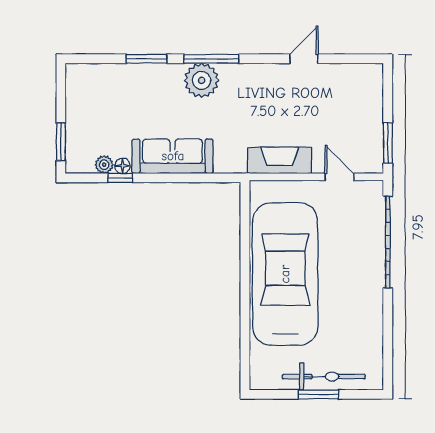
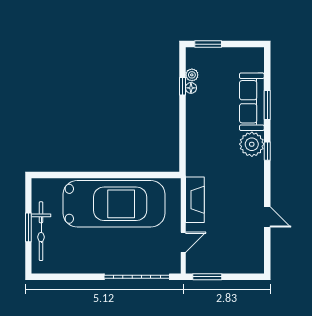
window: (211, 59) -> (267, 151), width x0.46
sofa: (173, 156) -> (252, 102), moved, turned 180

